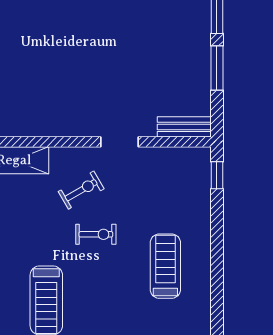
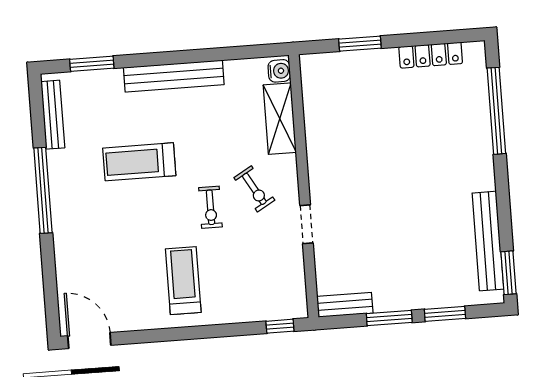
bench: (184, 127) -> (345, 305), moved, turned 90
treadmill: (165, 266) -> (183, 281), turned -90

